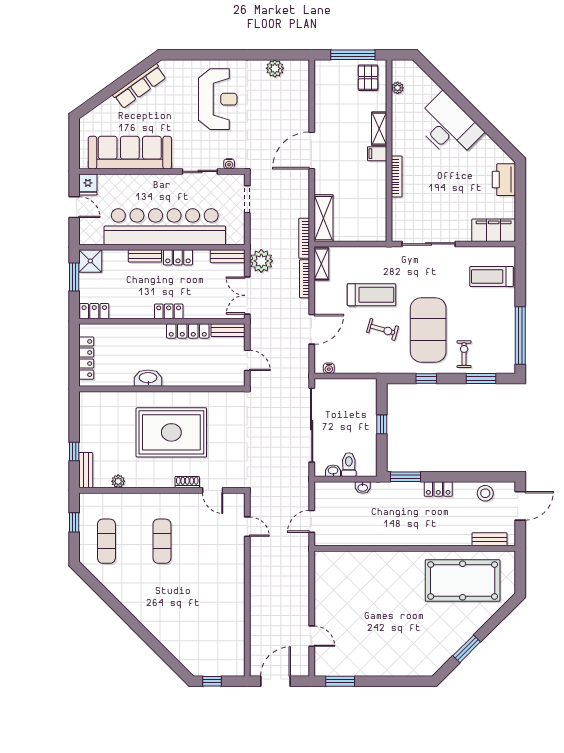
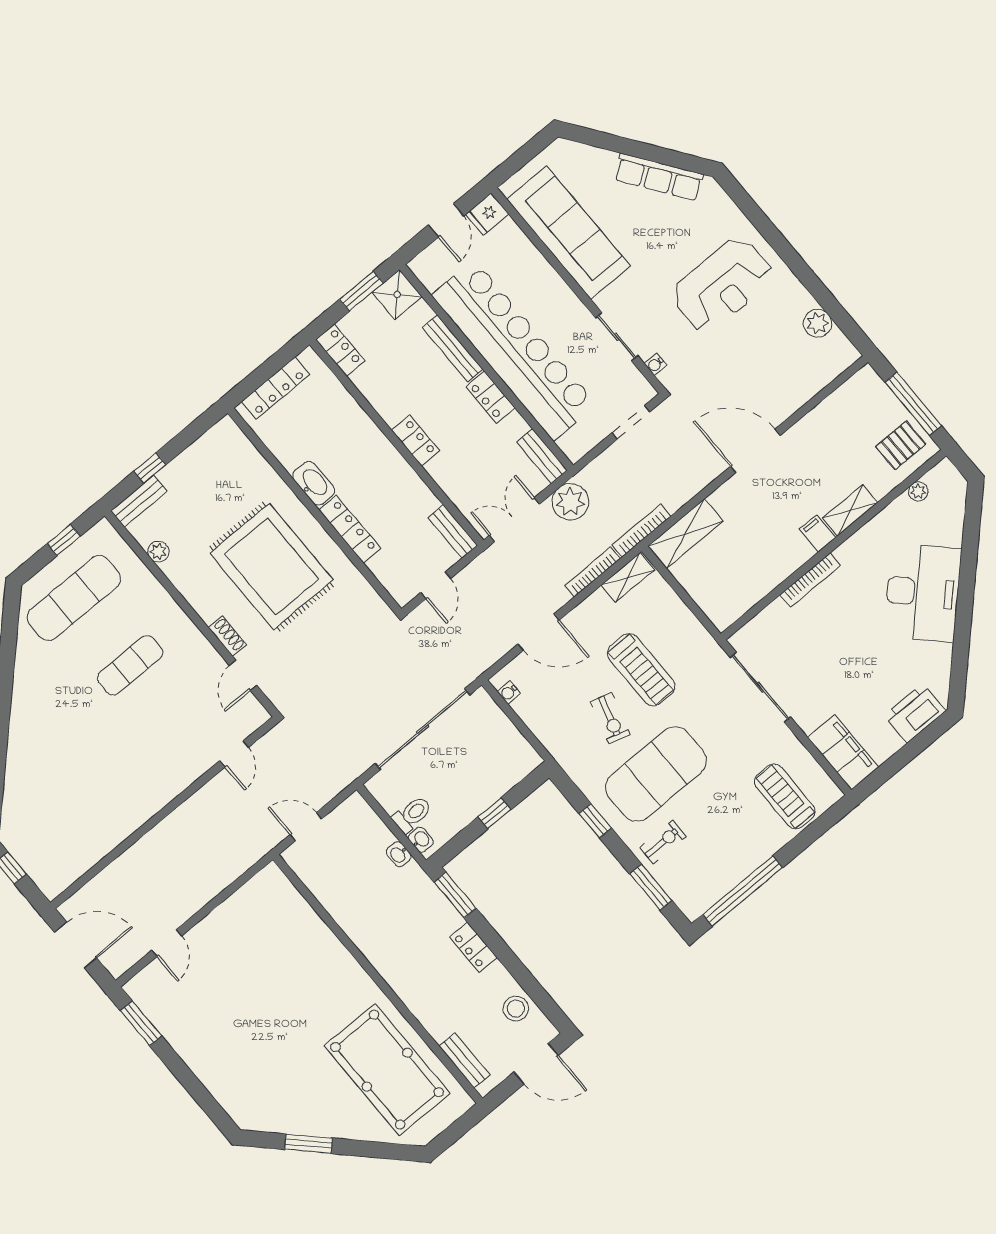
bench: (145, 256) -> (453, 348), width x1.36
locker: (188, 331) -> (350, 529), moved, turned 180
washbasin: (333, 471) -> (421, 840), moved
exercise mat: (106, 541) -> (74, 598), width x1.36, depth x1.45

